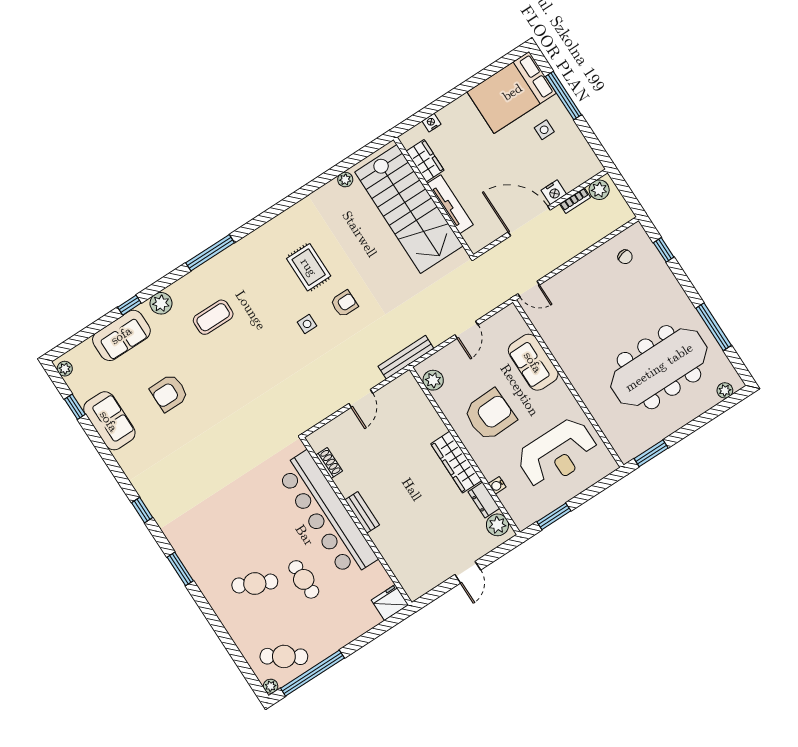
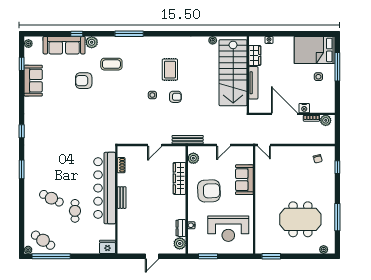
sofa: (121, 335) -> (64, 45), width x1.36
meeting table: (659, 367) -> (300, 219), width x0.73
armchair: (169, 393) -> (84, 81), moved
wardrobe: (456, 462) -> (180, 178), moved

